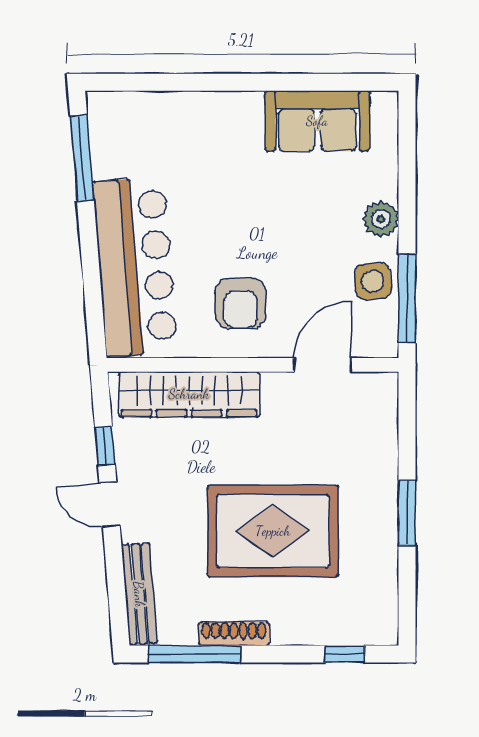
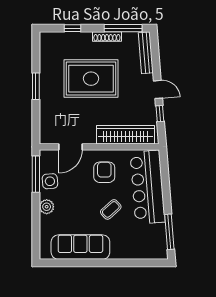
sofa: (317, 121) -> (80, 247), width x1.36
coffee table: (225, 213) -> (111, 209), added
window: (345, 654) -> (72, 28), moved

